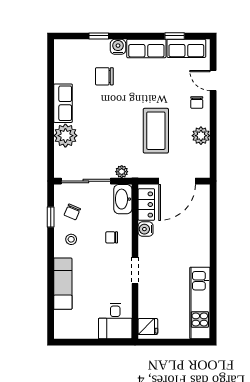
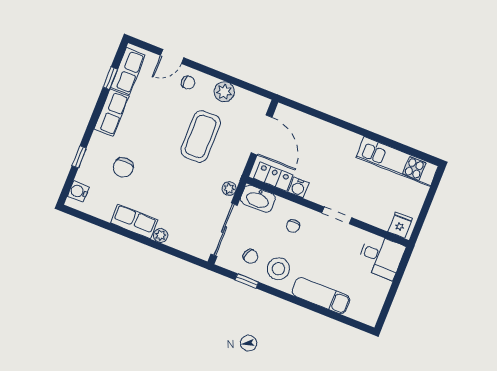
water cooler: (118, 47) -> (78, 191), moved
coffee table: (156, 131) -> (201, 136), turned 90
plant: (65, 136) -> (161, 235), width x0.53, depth x0.53
stool: (71, 239) -> (278, 269), width x1.89, depth x1.89

